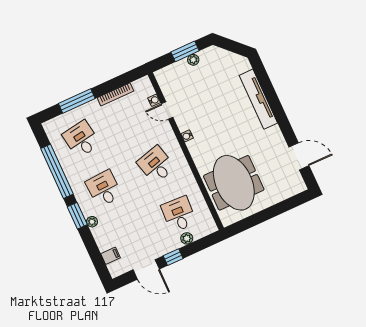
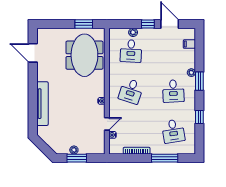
door: (167, 111) -> (107, 124), hinge flipped
desk: (156, 165) -> (131, 91), turned 33
window: (57, 171) -> (199, 117), width x0.32
window: (252, 221) -> (84, 24), added

